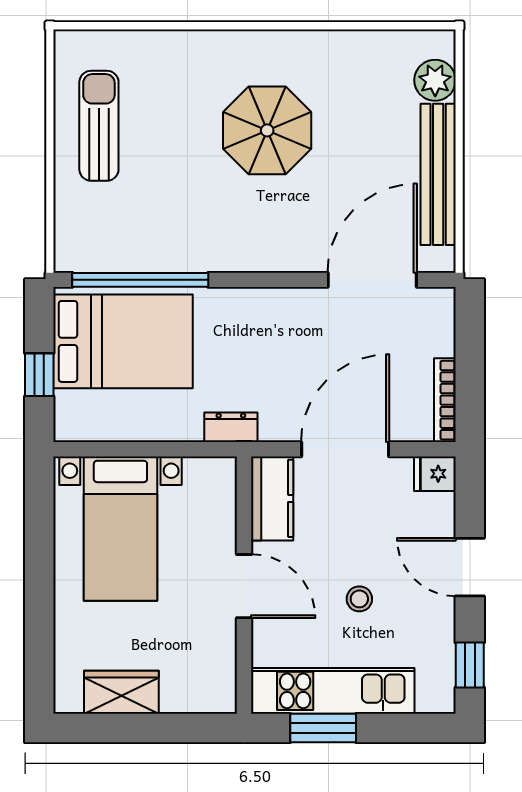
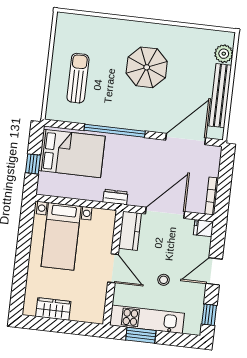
sun lounger: (99, 126) -> (78, 78), moved
window: (140, 280) -> (115, 131), moved
door: (470, 567) -> (214, 271), hinge flipped

